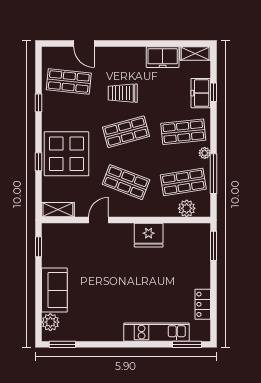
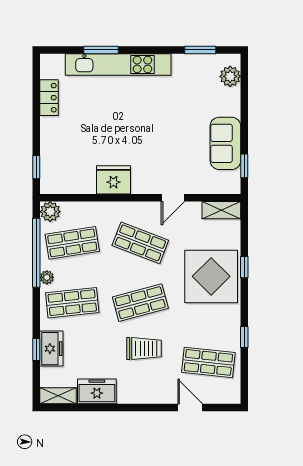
window: (214, 174) -> (36, 253), width x1.46
plant: (187, 208) -> (50, 212), moved
window: (214, 246) -> (36, 167), width x0.67
sofa: (54, 290) -> (225, 143), moved
kitchen unit: (157, 332) -> (118, 65), width x1.36
window: (62, 344) -> (200, 50), moved
window: (187, 344) -> (101, 50), moved

